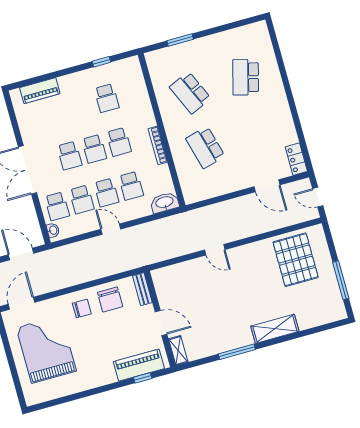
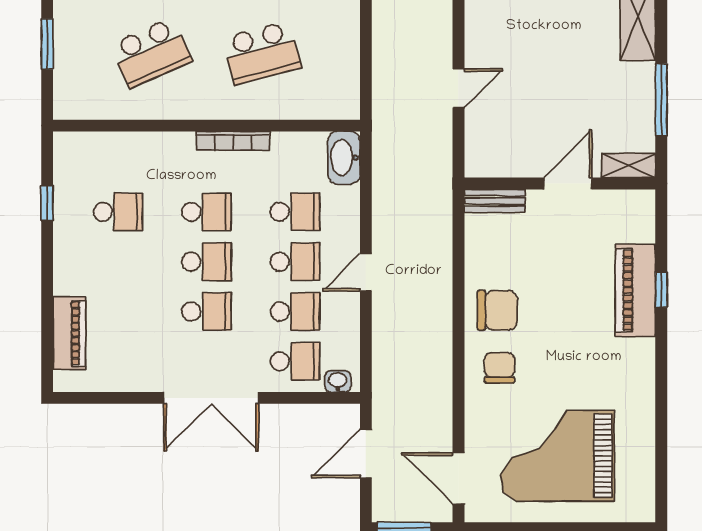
bench: (142, 289) -> (495, 201), moved
wall: (160, 319) -> (560, 183), moved
door: (161, 323) -> (568, 183), moved
shelving: (178, 351) -> (628, 166), moved

